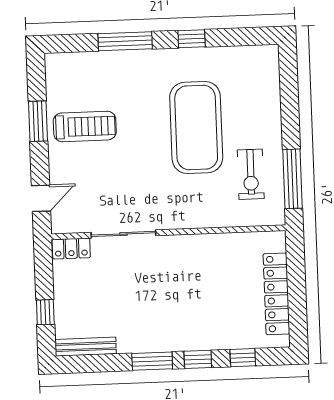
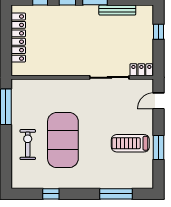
window: (192, 39) -> (51, 194), moved
window: (125, 41) -> (116, 194), moved
exercise bike: (251, 174) -> (28, 145), moved
bench: (86, 347) -> (117, 10), moved

